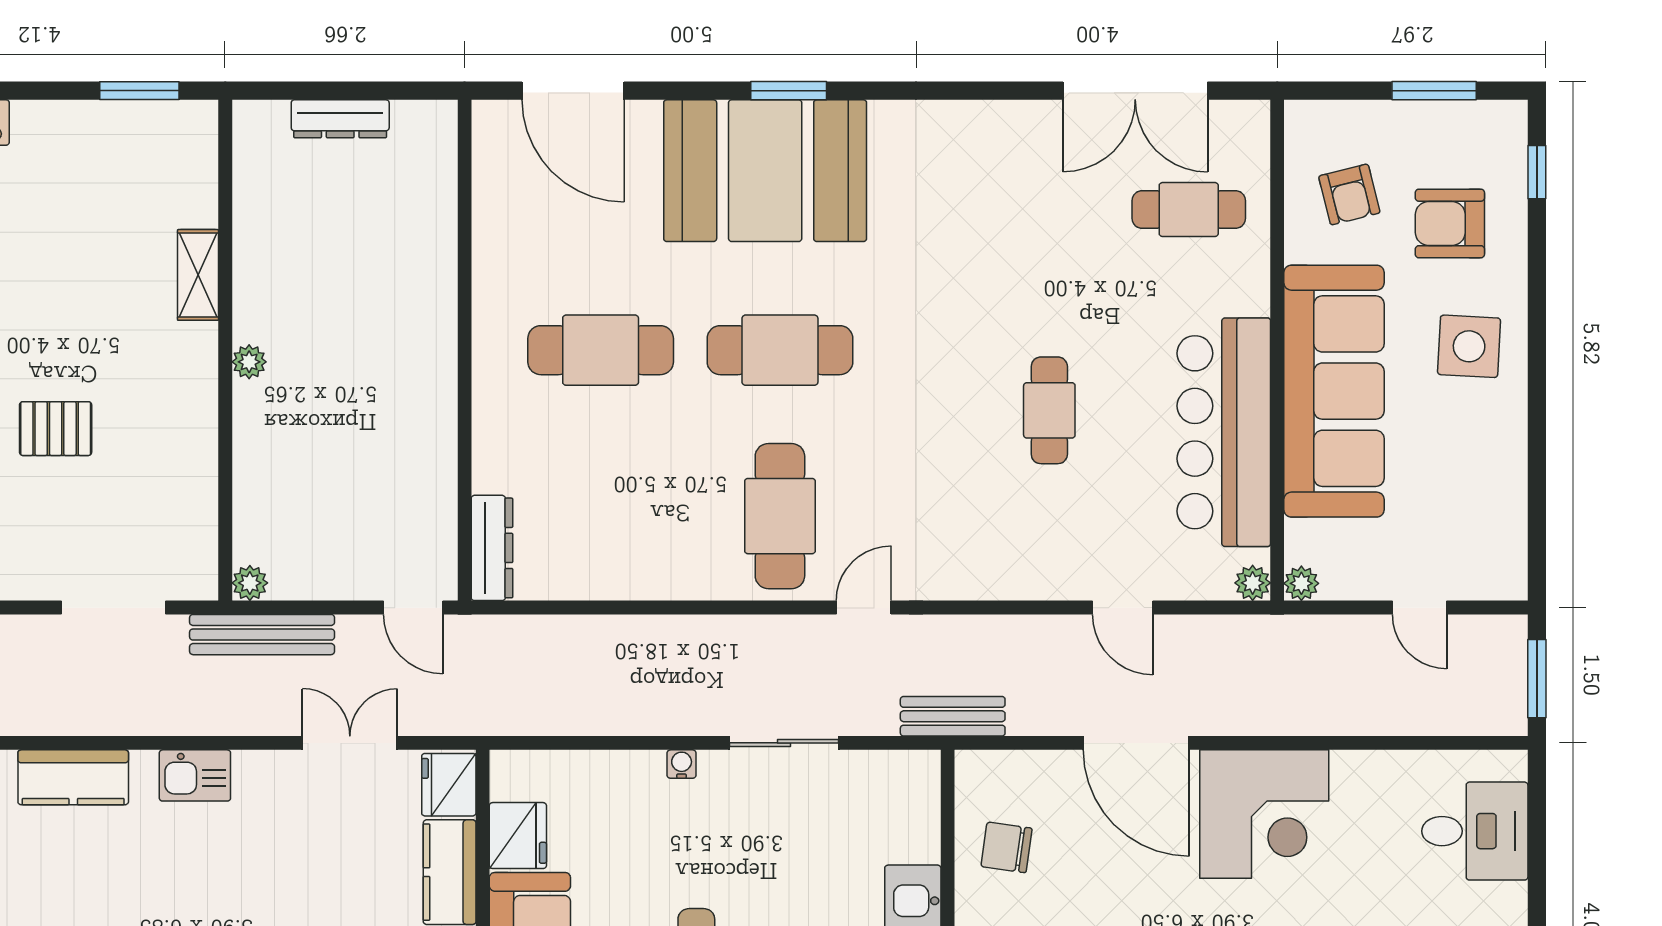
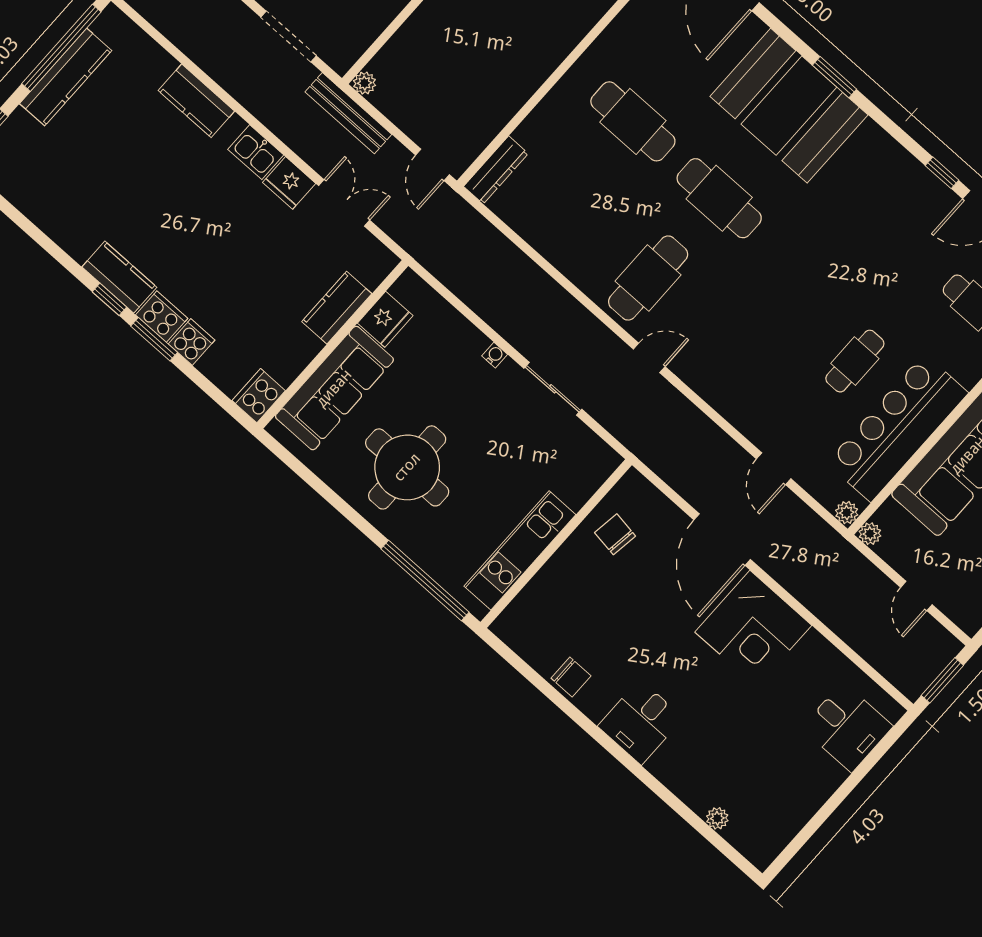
window: (1012, 91) -> (942, 173), added
cafe table: (1049, 410) -> (855, 361), moved
bench: (953, 716) -> (645, 448), removed
fridge: (449, 785) -> (289, 183), moved, turned -90

